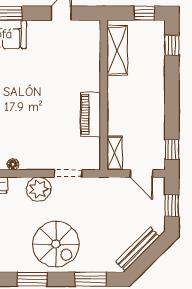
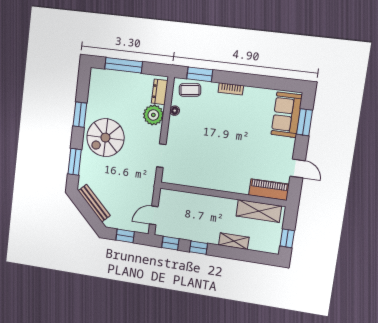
window: (172, 45) -> (198, 248), moved
piano: (90, 114) -> (269, 190), moved
shelving: (115, 153) -> (234, 241), moved
plant: (39, 189) -> (153, 115), moved

